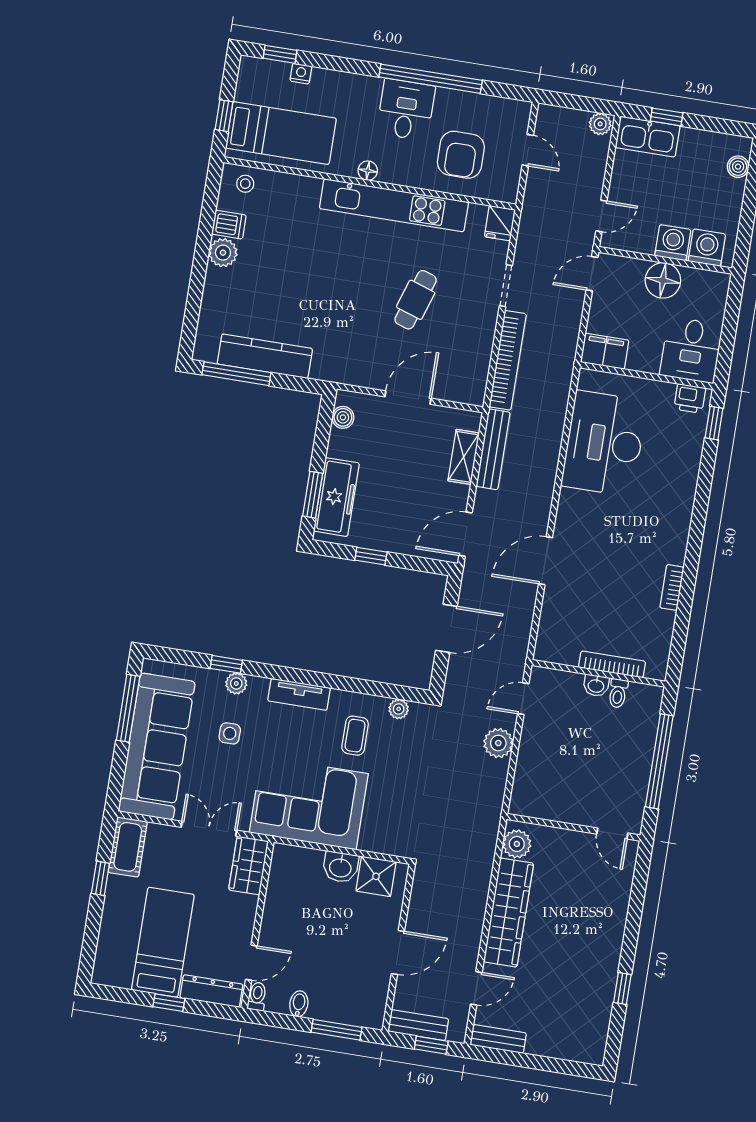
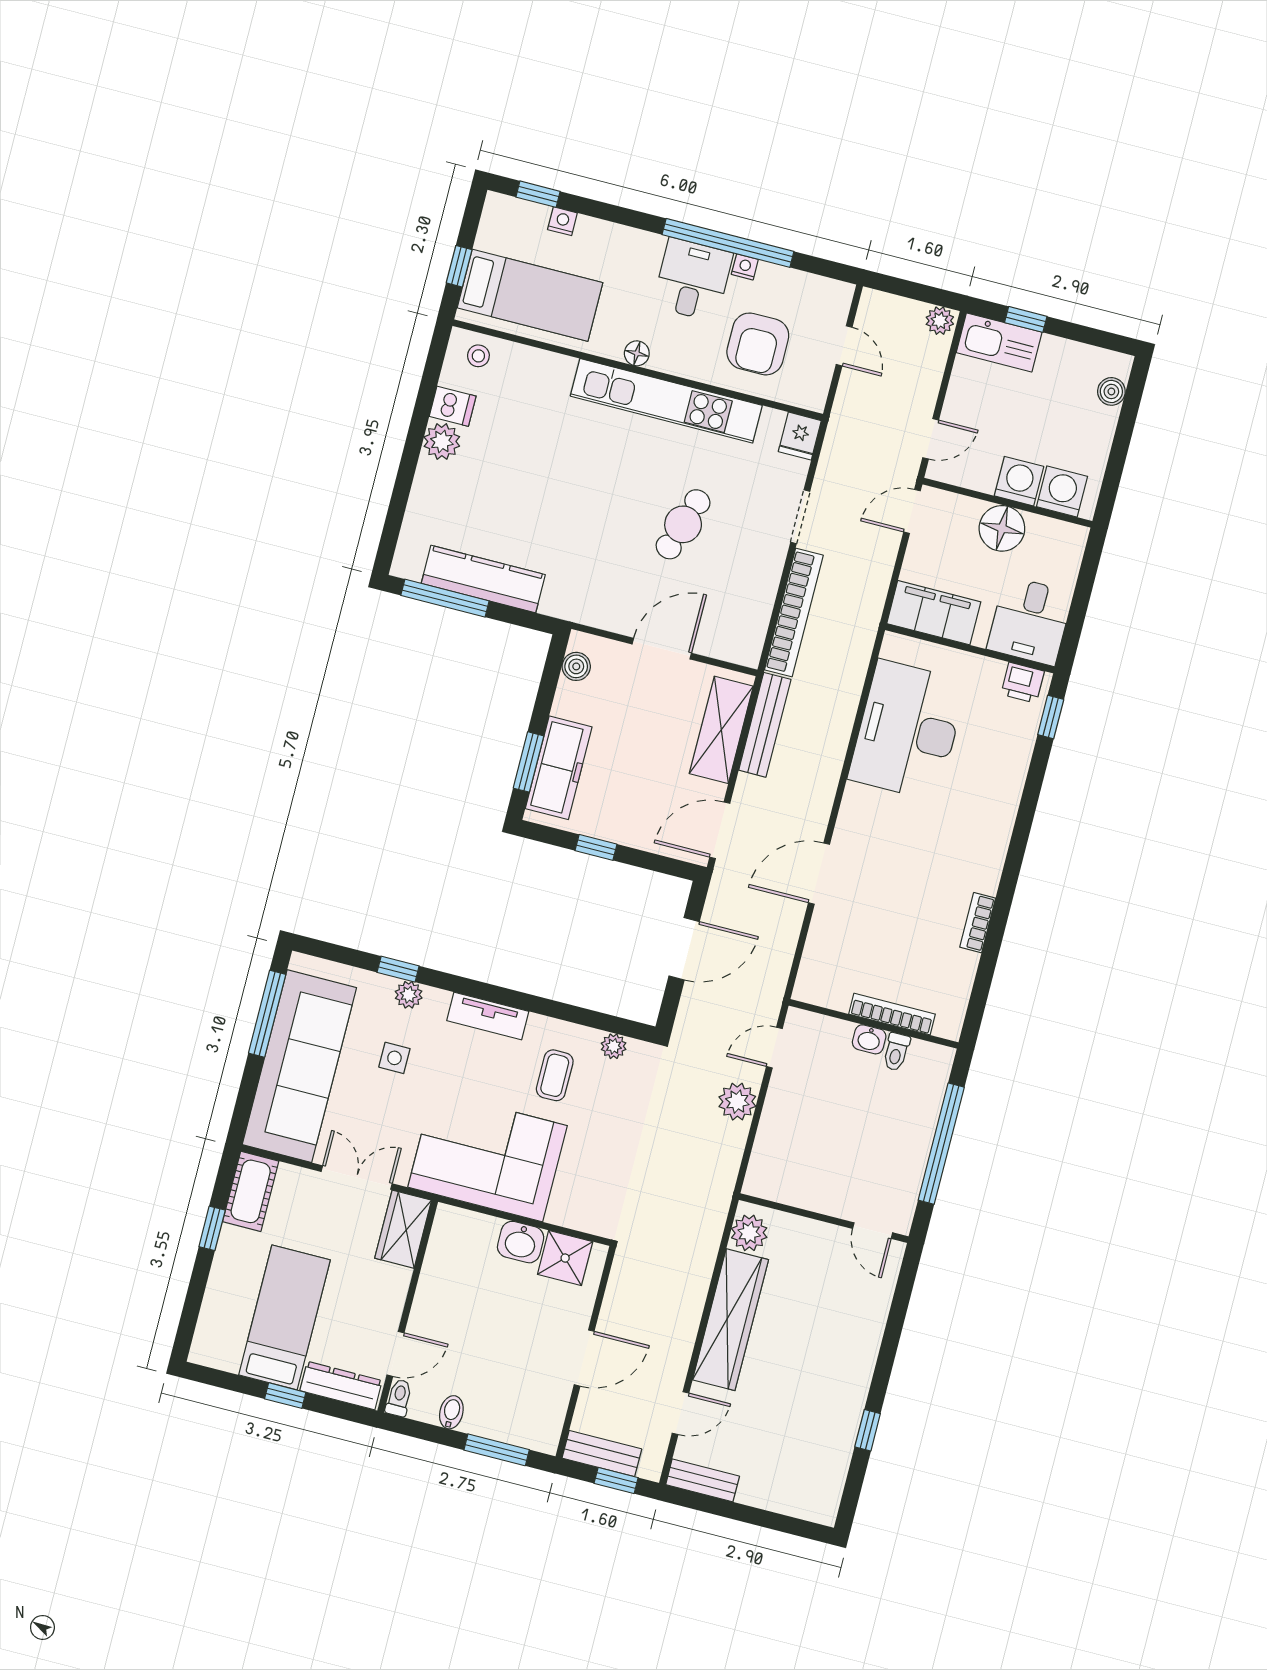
nightstand: (445, 96) -> (745, 267), added
filing cabinet: (605, 351) -> (934, 613), width x1.50, depth x1.17
shelving: (464, 457) -> (721, 730), width x1.50, depth x1.33

